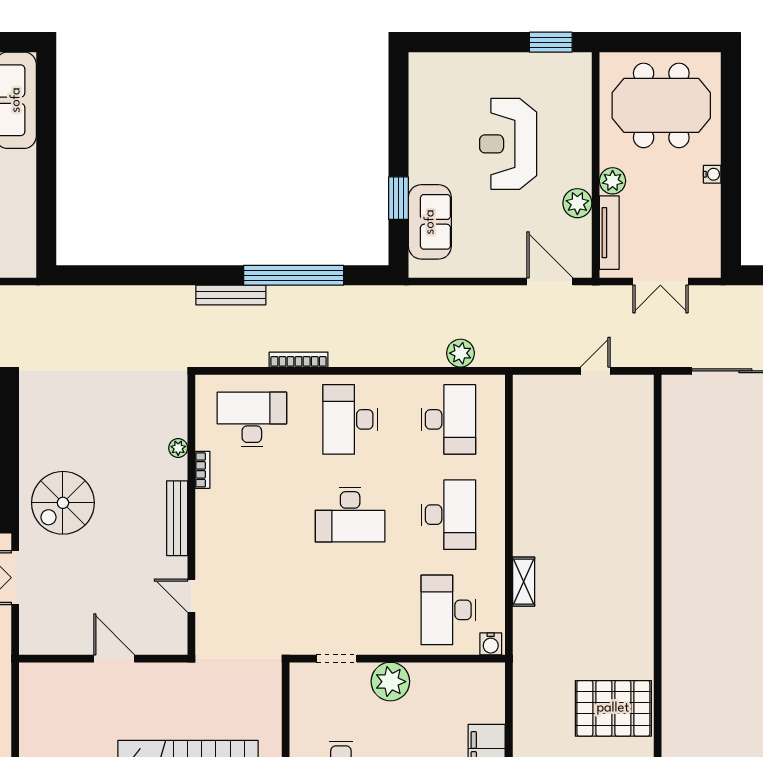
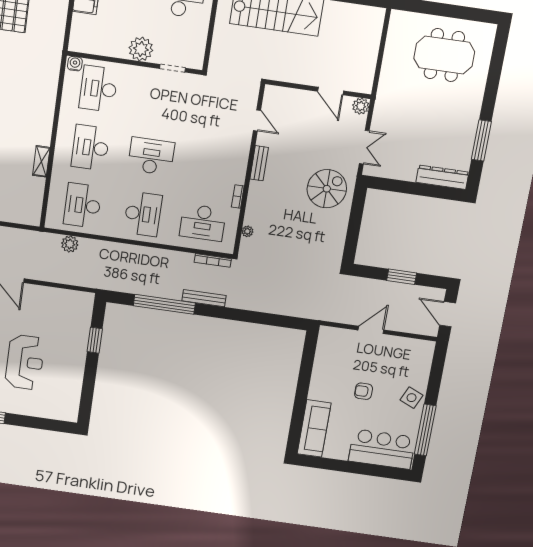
sofa: (430, 222) -> (78, 324), removed
bookcase: (299, 360) -> (213, 260), moved
plant: (178, 448) -> (247, 231), moved
bench: (177, 518) -> (259, 163), width x0.73
shelving: (524, 582) -> (41, 161), moved
desk: (448, 610) -> (98, 89), turned 180
plant: (32, 642) -> (361, 106), added
door: (114, 659) -> (331, 91), moved

